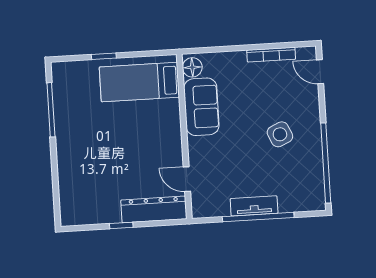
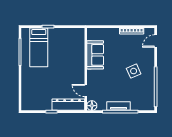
floor lamp: (192, 67) -> (92, 106), moved
door: (320, 72) -> (156, 41), hinge flipped
bed: (139, 82) -> (39, 47), moved, turned -90

